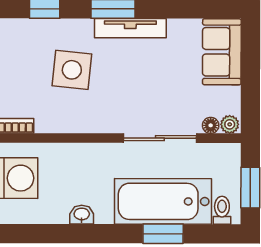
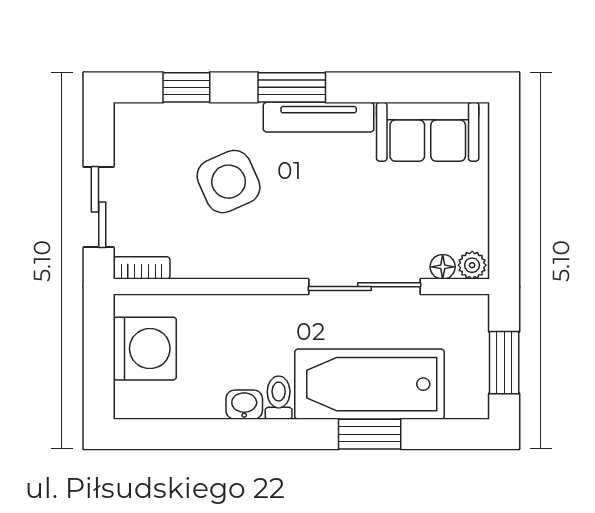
sofa: (222, 52) -> (428, 132), moved, turned -90
side table: (72, 70) -> (229, 182), turned -30
toilet: (222, 210) -> (279, 398), moved

